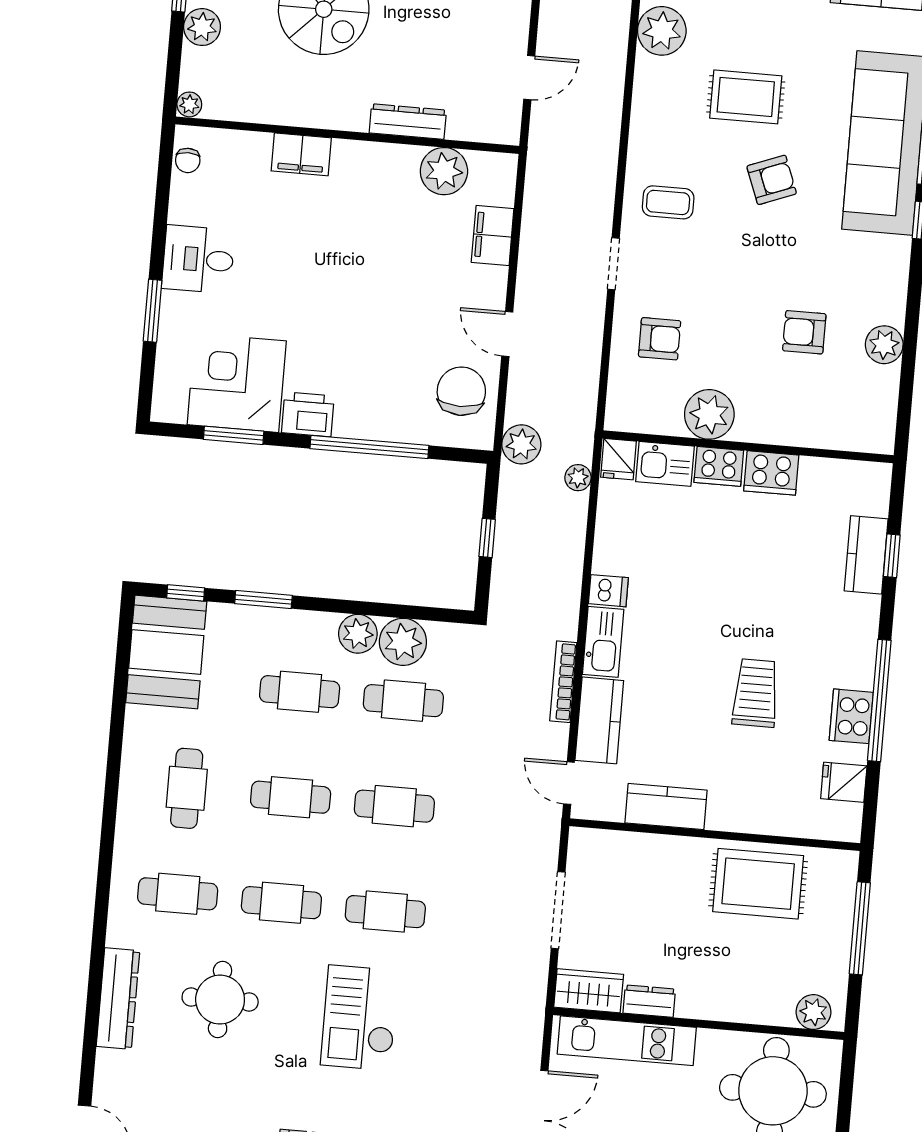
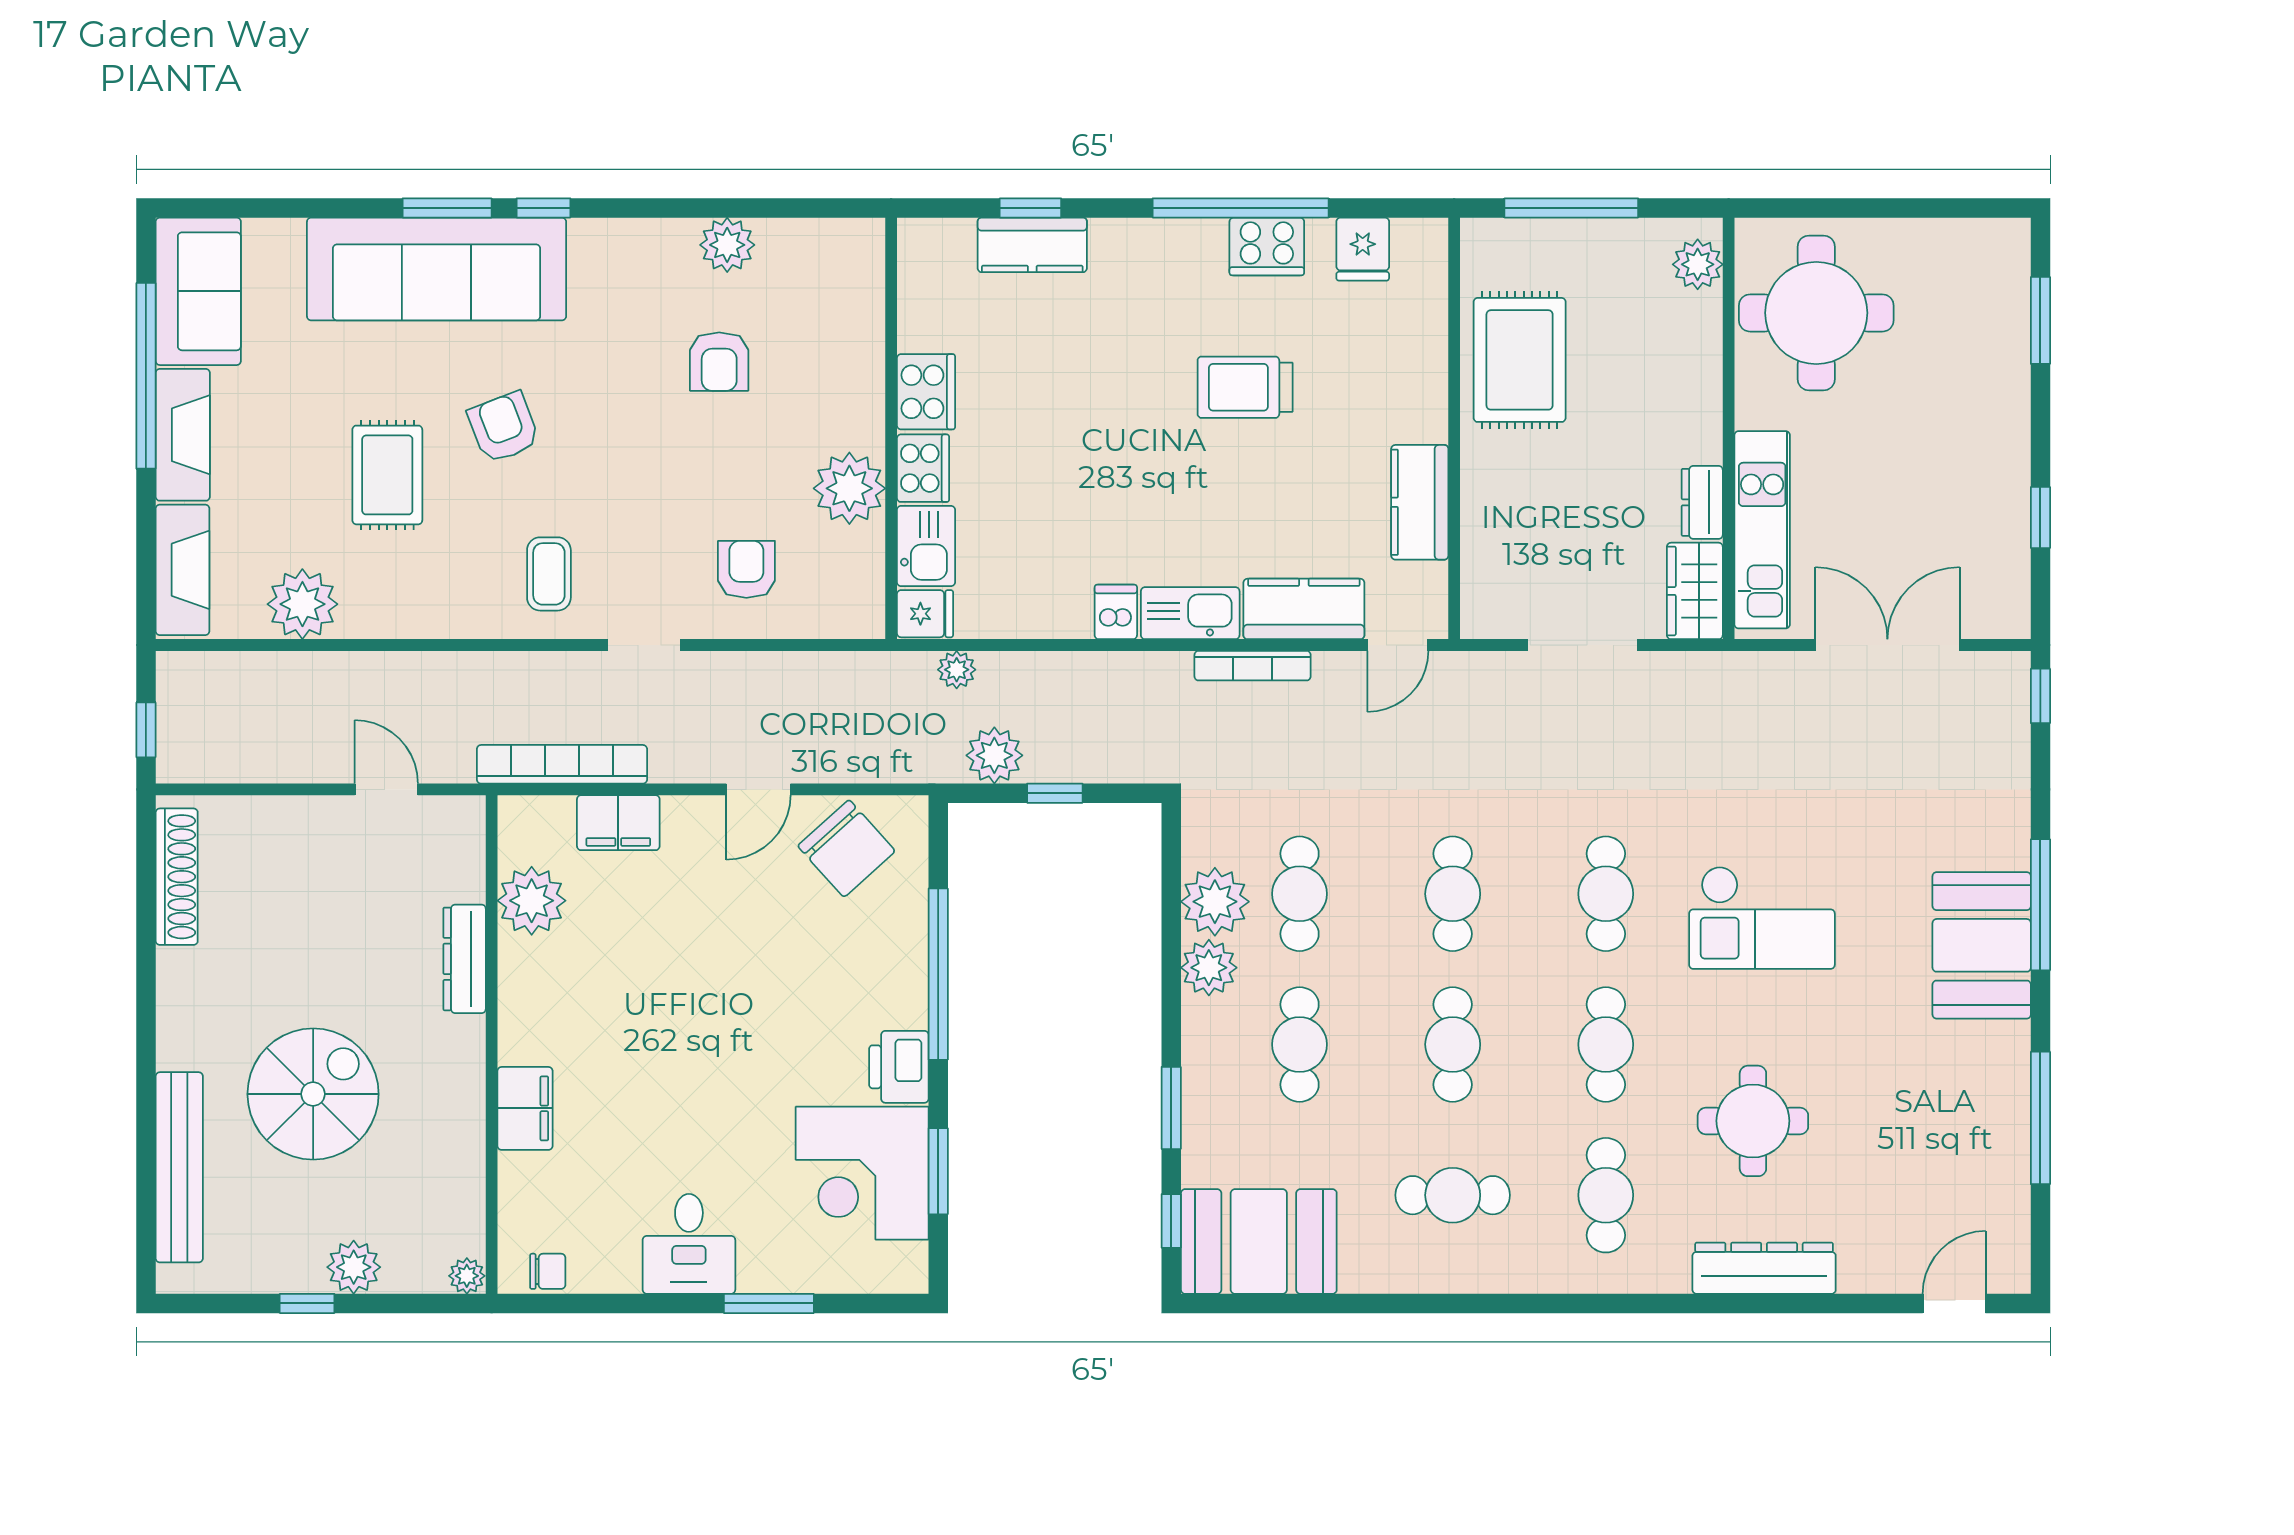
bookcase: (536, 200) -> (562, 764), added
chair: (461, 391) -> (846, 848), turned -132
plant: (521, 444) -> (994, 755), moved

